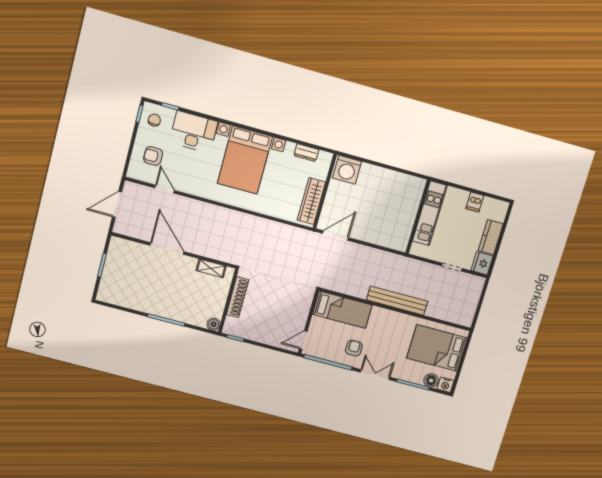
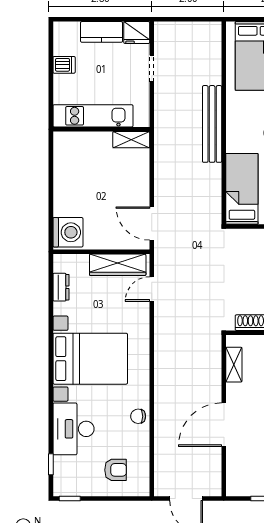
chair: (154, 120) -> (138, 416), moved
armchair: (153, 156) -> (116, 470), turned -90
door: (165, 189) -> (152, 289), moved
shelving: (403, 237) -> (131, 140), added

